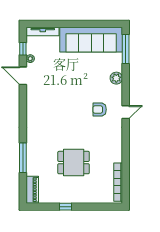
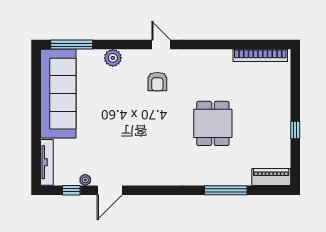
dining table: (74, 163) -> (213, 123), moved

